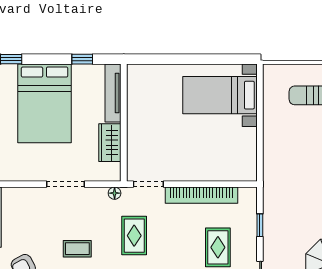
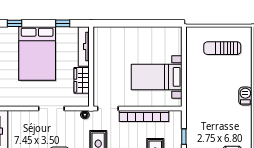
bed with nightstands: (220, 95) -> (157, 77), moved

